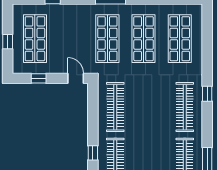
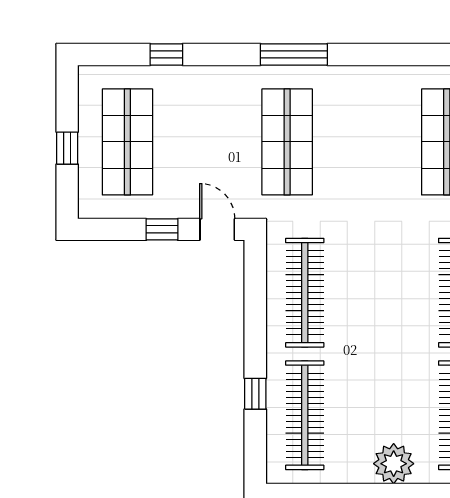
shop shelf: (144, 39) -> (367, 142), removed
window: (39, 78) -> (162, 229), moved

